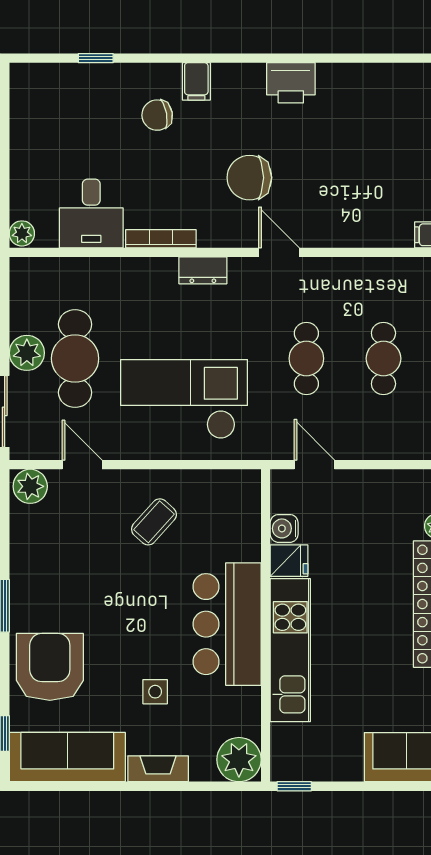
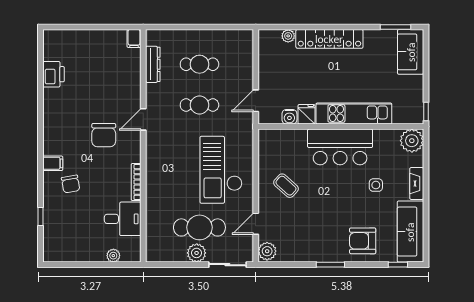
printer: (291, 83) -> (54, 74), moved
plant: (22, 233) -> (113, 256), moved
dresser: (203, 270) -> (153, 64), moved, width x1.44
armchair: (50, 667) -> (363, 241), width x0.73, depth x0.73

